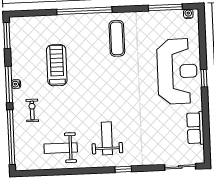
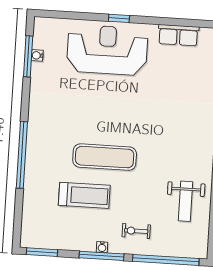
water cooler: (188, 14) -> (37, 55), moved
exercise mat: (117, 38) -> (105, 157), moved, width x1.36, depth x1.45
treadmill: (57, 65) -> (84, 195), turned 180
weight bench: (107, 138) -> (180, 144), removed

